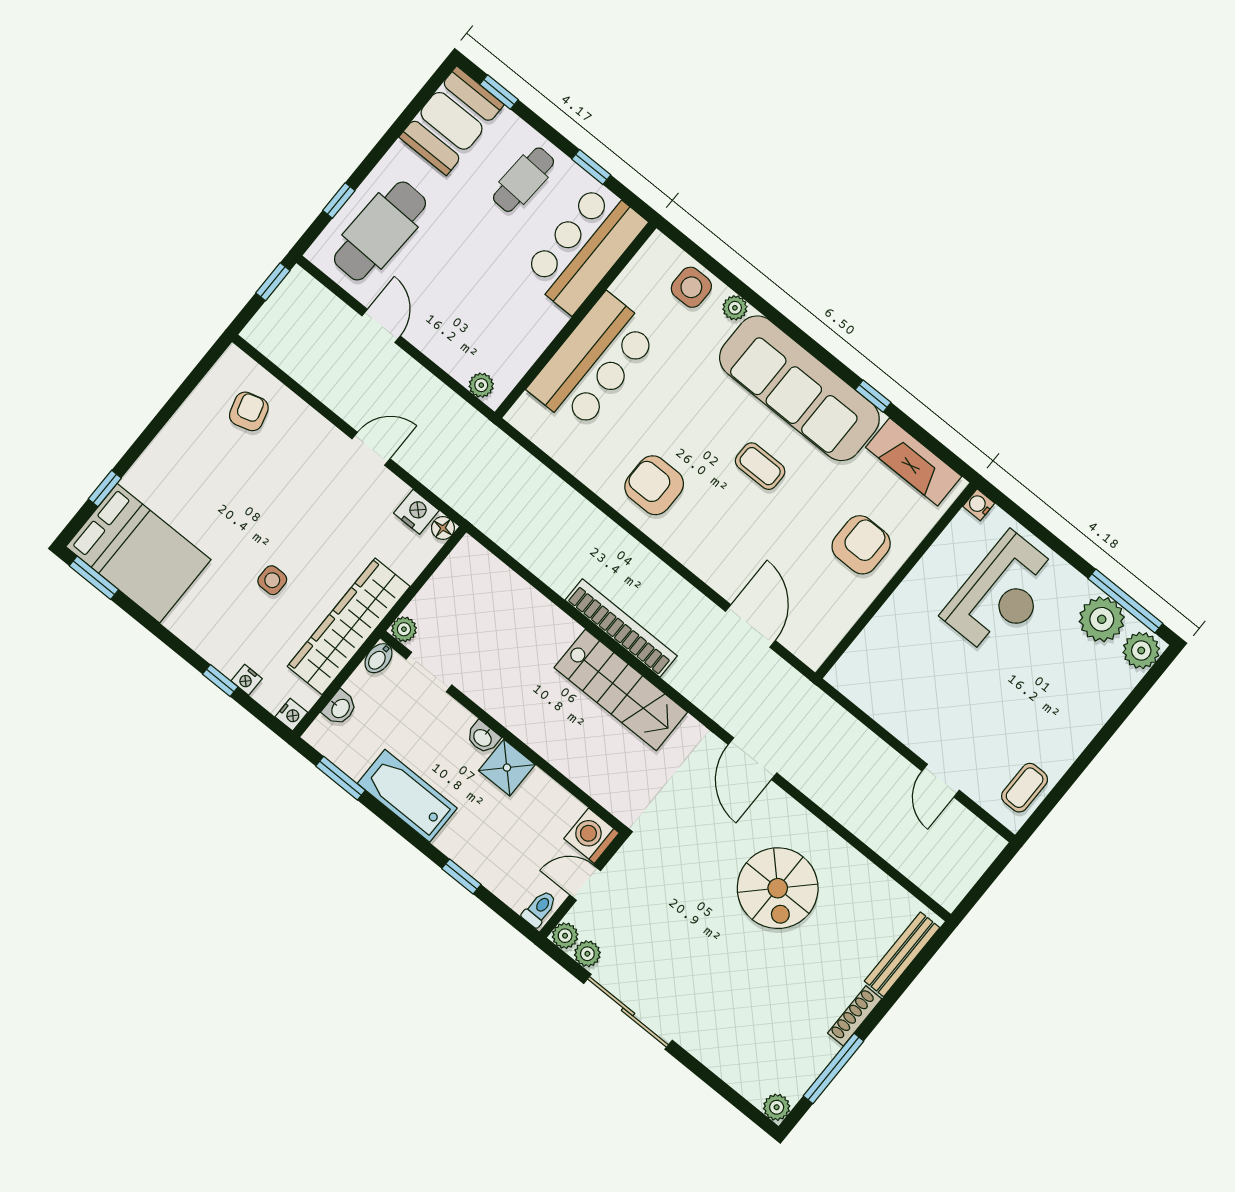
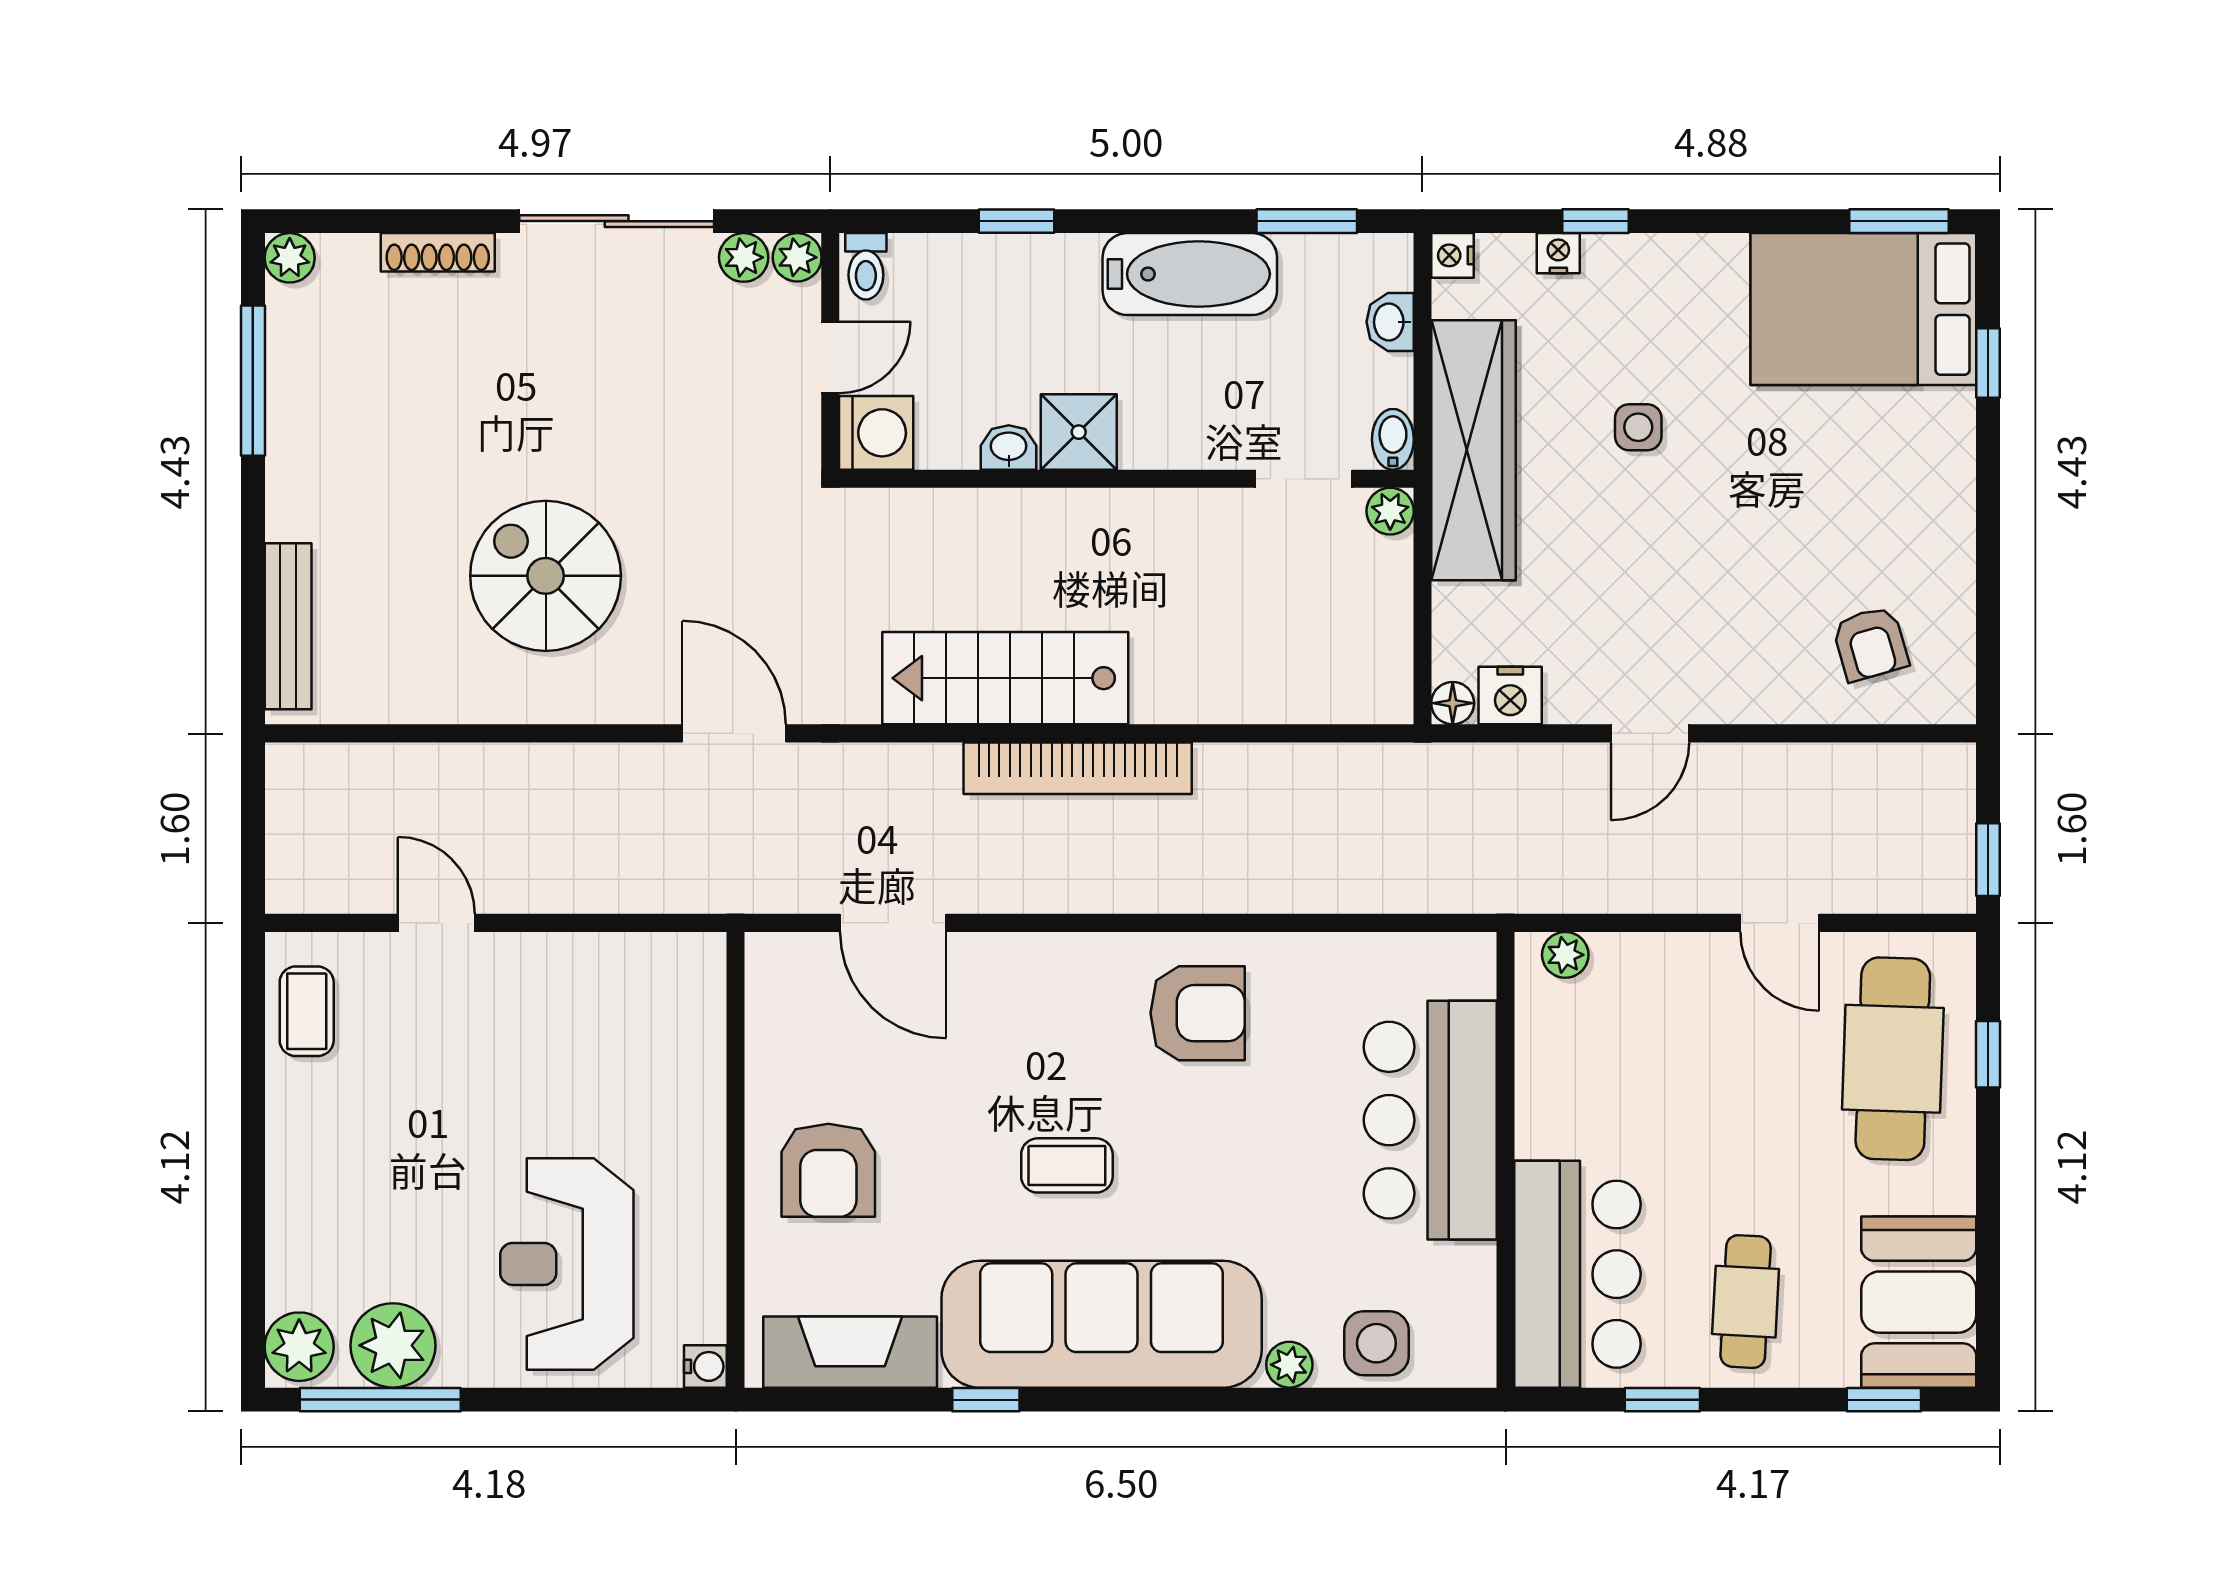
washbasin: (483, 737) -> (1009, 448), moved
shoe rack: (855, 1016) -> (438, 252), moved, turned 90

